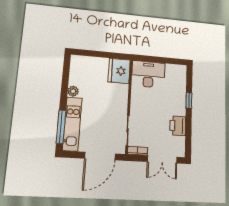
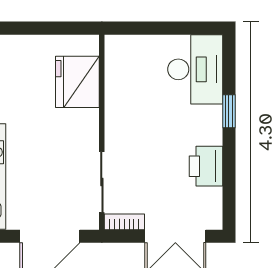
fridge: (119, 71) -> (77, 82), moved
desk: (148, 74) -> (195, 69), moved, turned 90

